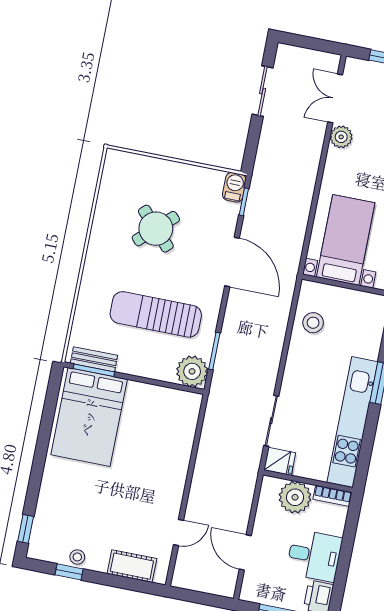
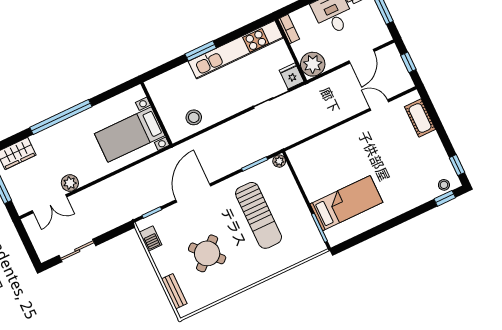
barbecue: (234, 187) -> (151, 239), moved, turned -90
bench: (94, 359) -> (174, 291), moved
plant: (192, 371) -> (279, 161), width x0.53, depth x0.53
bed: (89, 417) -> (346, 203), width x0.67
plant: (295, 497) -> (313, 64), moved
stool: (77, 557) -> (444, 185), moved
window: (69, 572) -> (457, 165), moved
window: (201, 598) -> (408, 62), added

